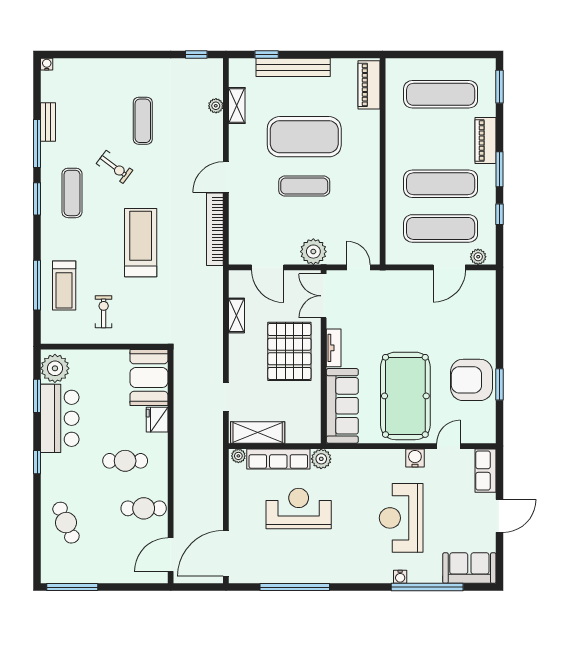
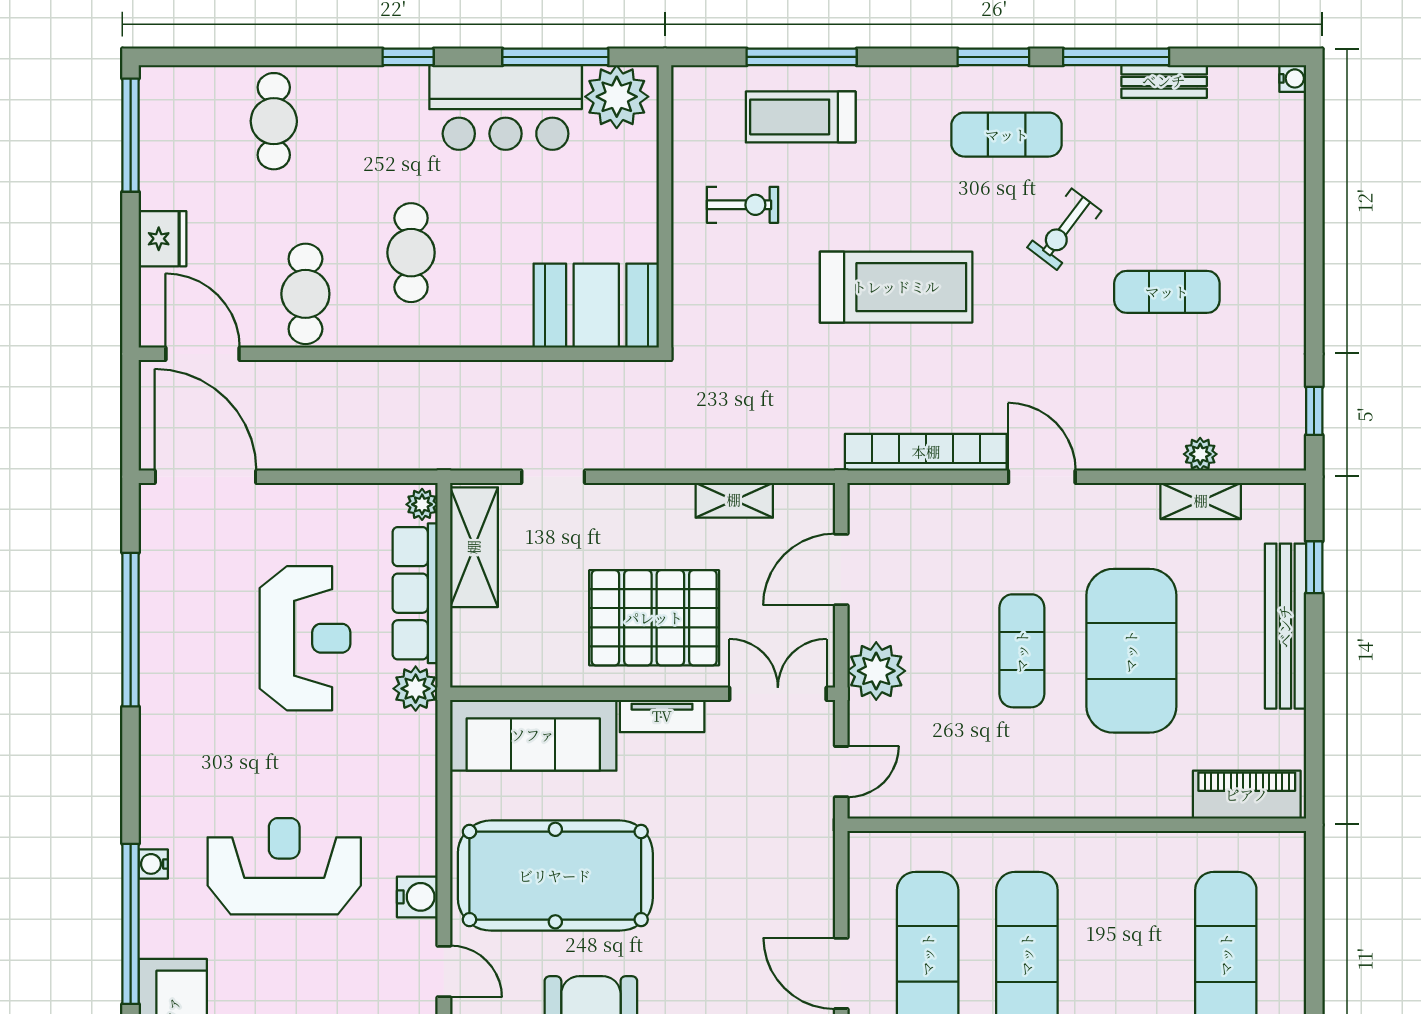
window: (37, 396) -> (555, 57), width x1.44
fridge: (157, 420) -> (163, 239), moved, turned 90
cafe table: (66, 523) -> (274, 121), turned -67

